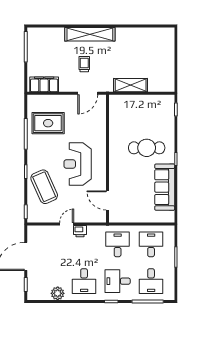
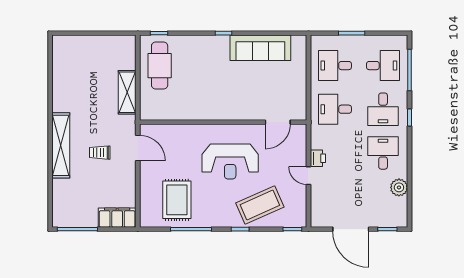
filing cabinet: (44, 84) -> (117, 218), moved, turned 90
cafe table: (147, 148) -> (160, 66), moved
desk: (84, 281) -> (383, 153), turned -90

